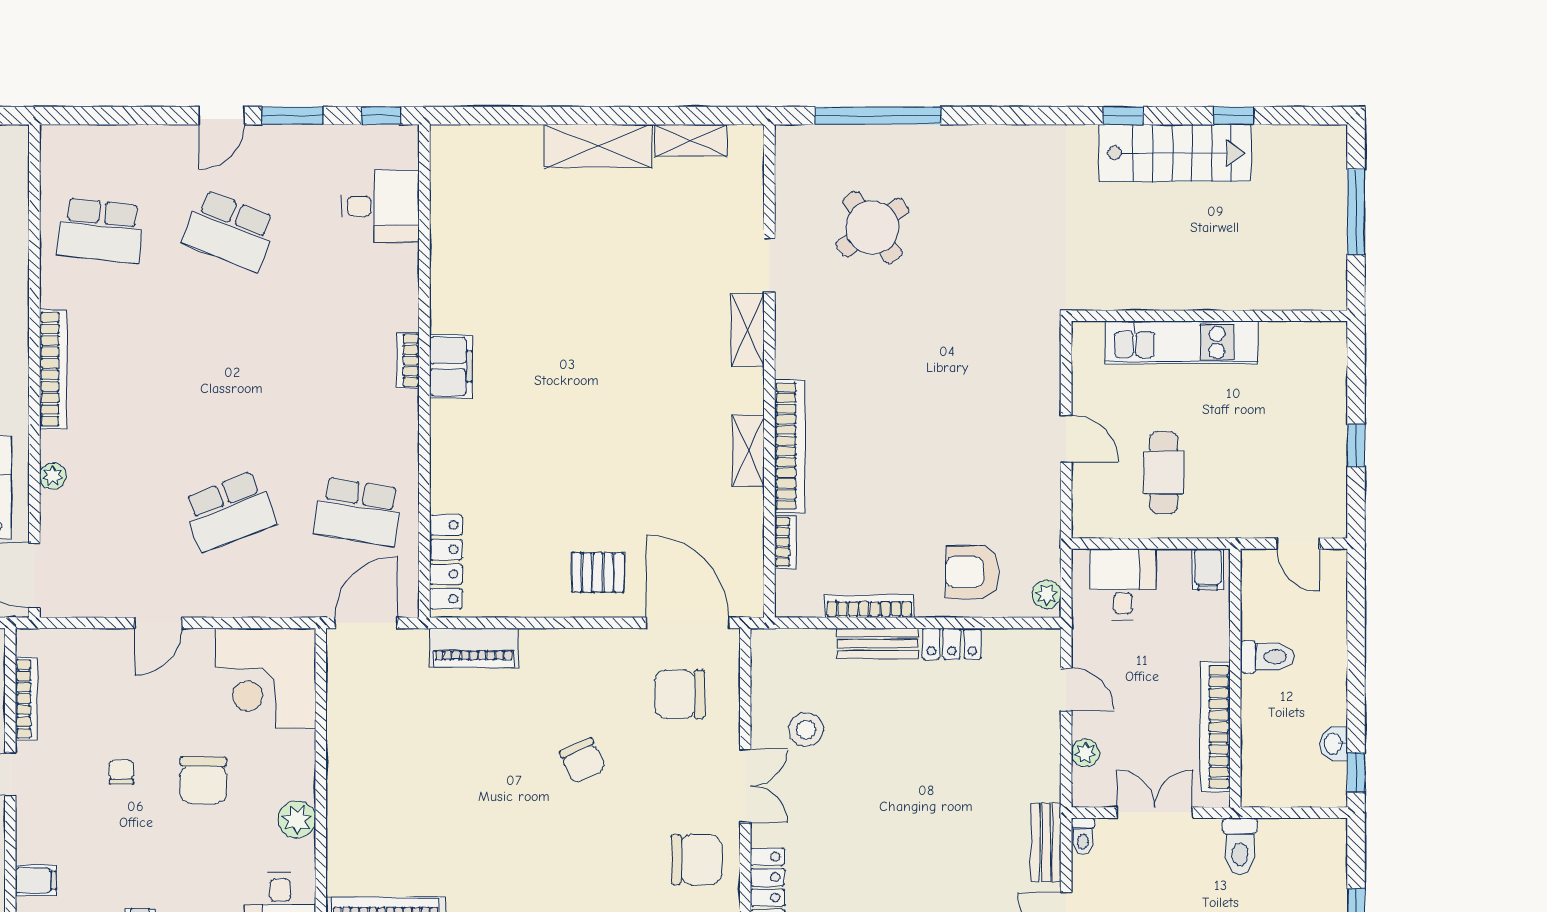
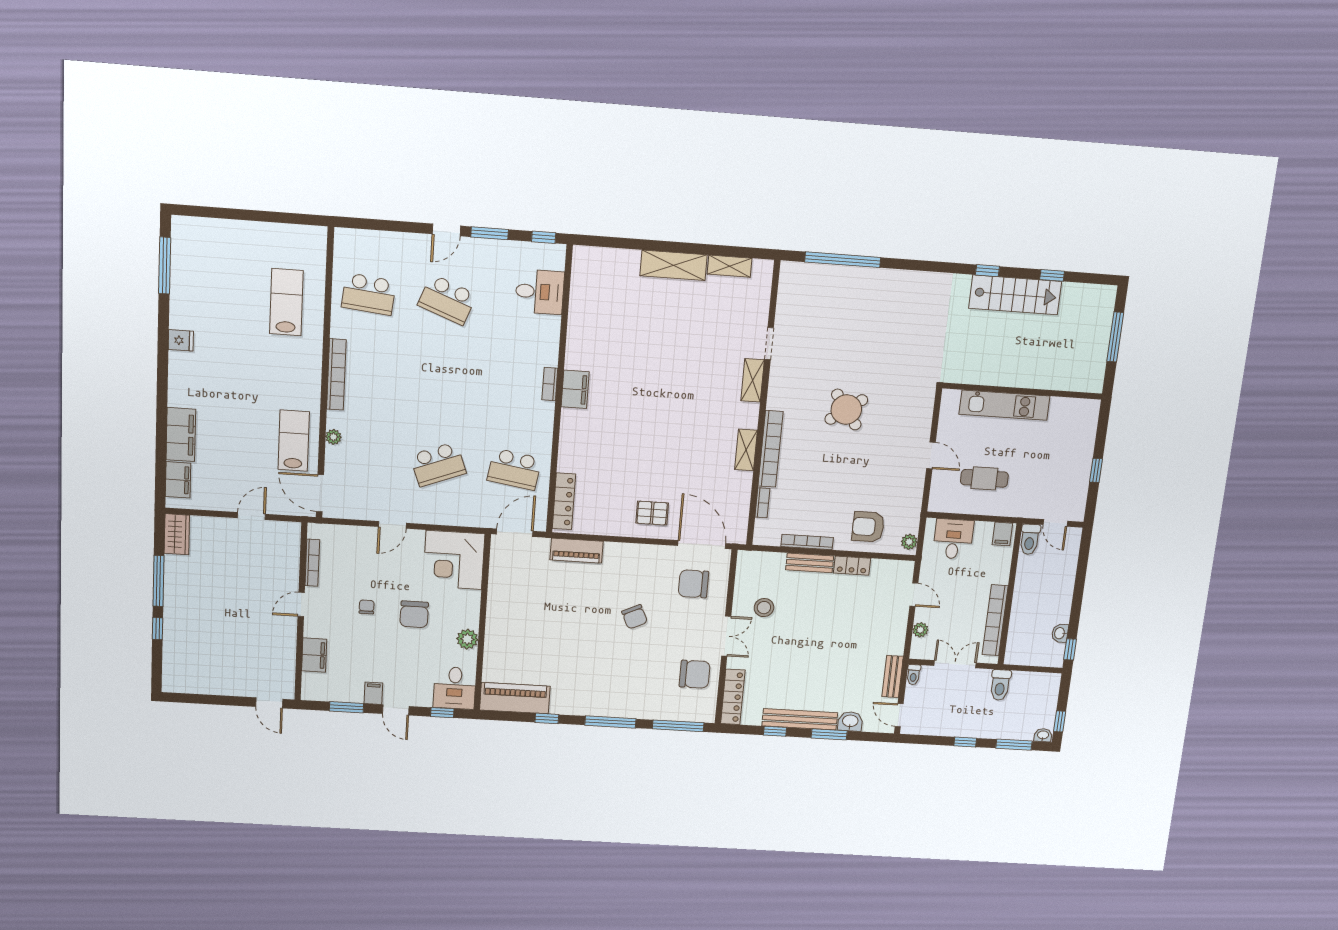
round table: (872, 227) -> (846, 409), moved
cafe table: (1164, 473) -> (984, 478), turned 90
toilet: (1268, 657) -> (1030, 539), moved, turned 90
filing cabinet: (36, 880) -> (314, 655), width x2.00

